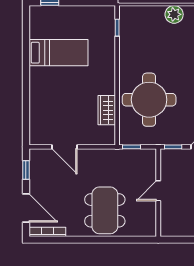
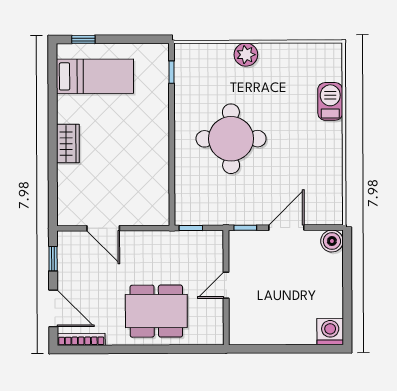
bed: (58, 53) -> (95, 76), moved
round table: (149, 100) -> (231, 139), moved
wardrobe: (107, 110) -> (68, 144), moved, turned 180
dining table: (105, 210) -> (156, 311), turned 90

